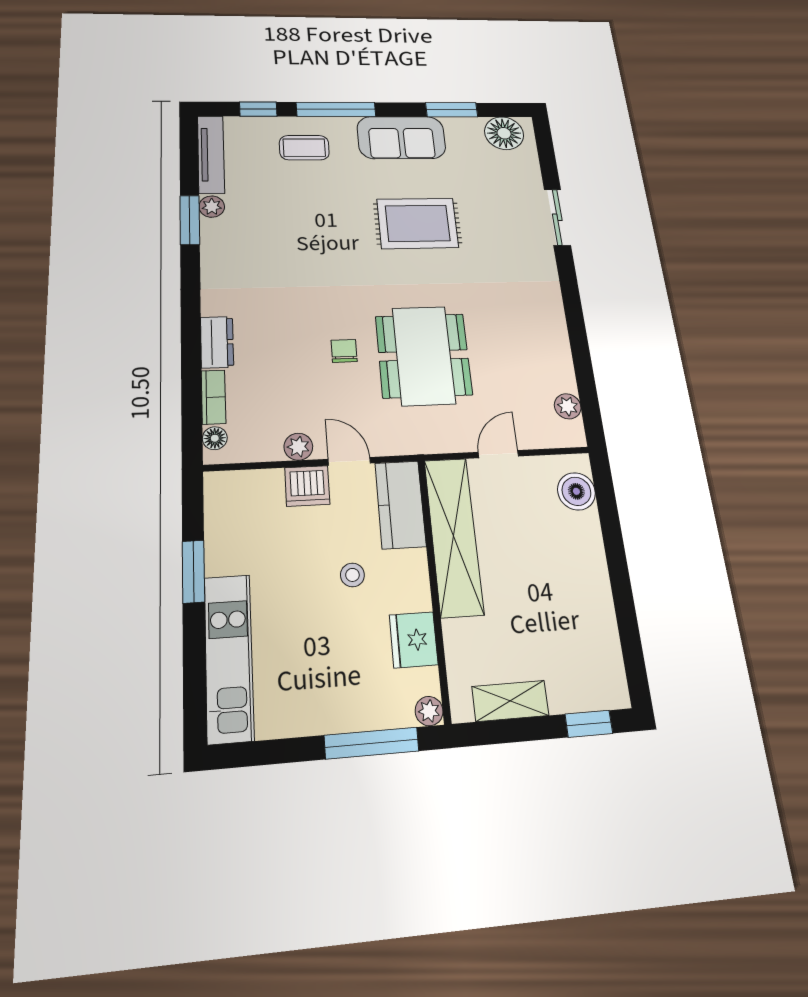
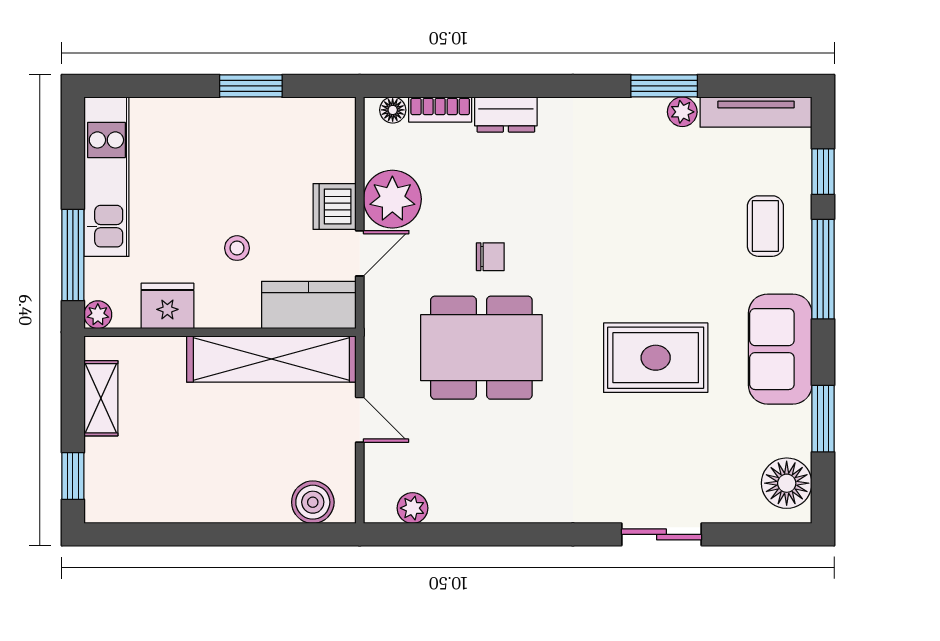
rug: (418, 223) -> (656, 358), turned 90
plant: (298, 447) -> (392, 199), width x1.88, depth x1.88
kitchen unit: (229, 657) -> (106, 177), moved, turned -90

